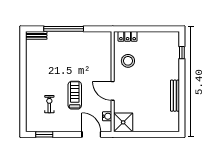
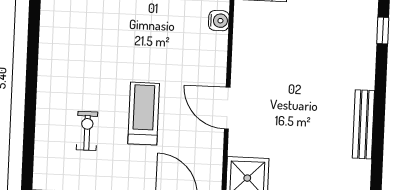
stool: (128, 61) -> (264, 44), removed
water cooler: (107, 116) -> (219, 21), moved

